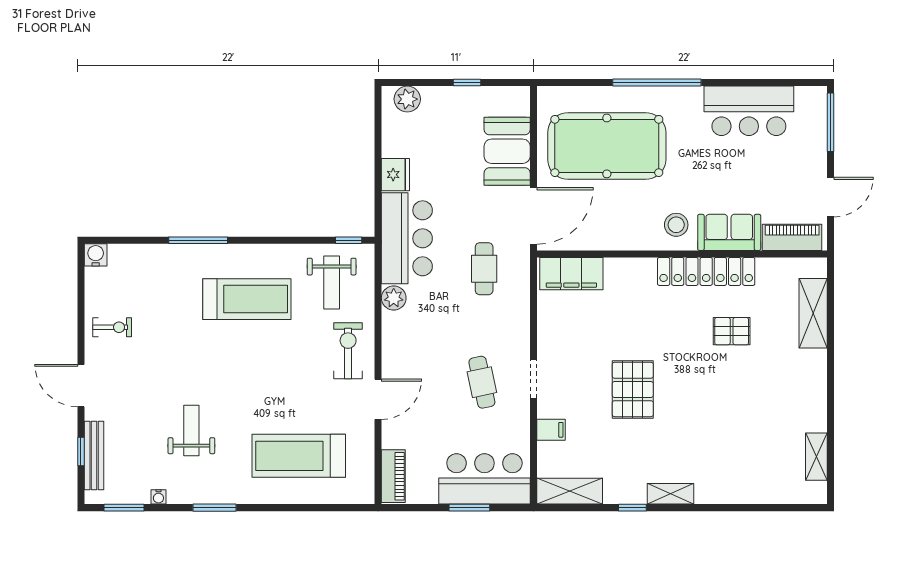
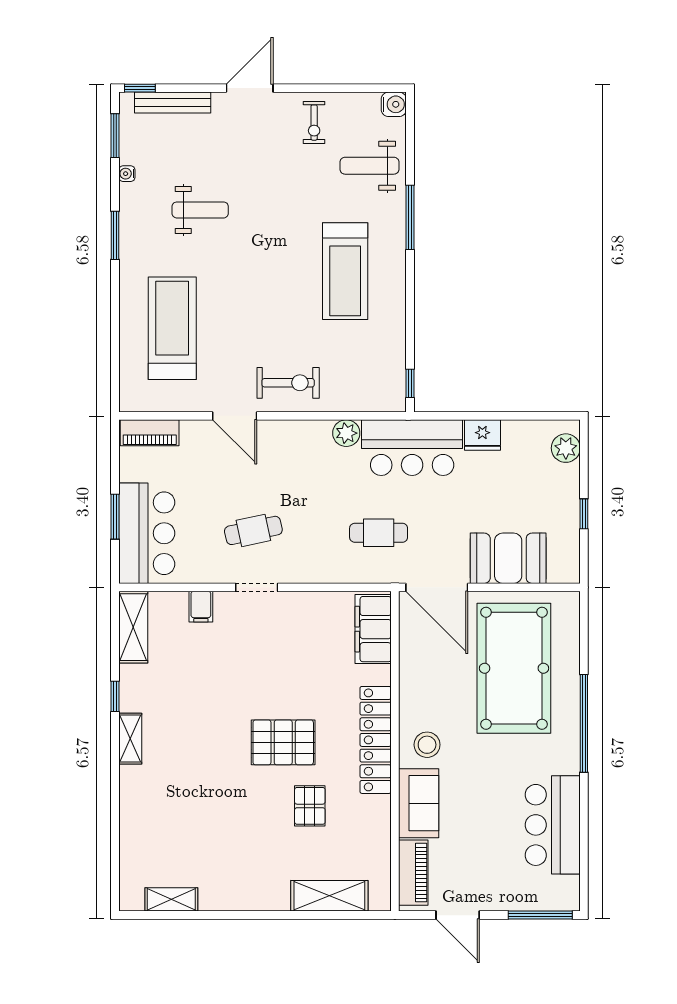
locker: (706, 271) -> (376, 740), moved
weight bench: (332, 283) -> (369, 166), moved
pallet: (633, 389) -> (283, 742), moved
window: (81, 452) -> (140, 88), moved

